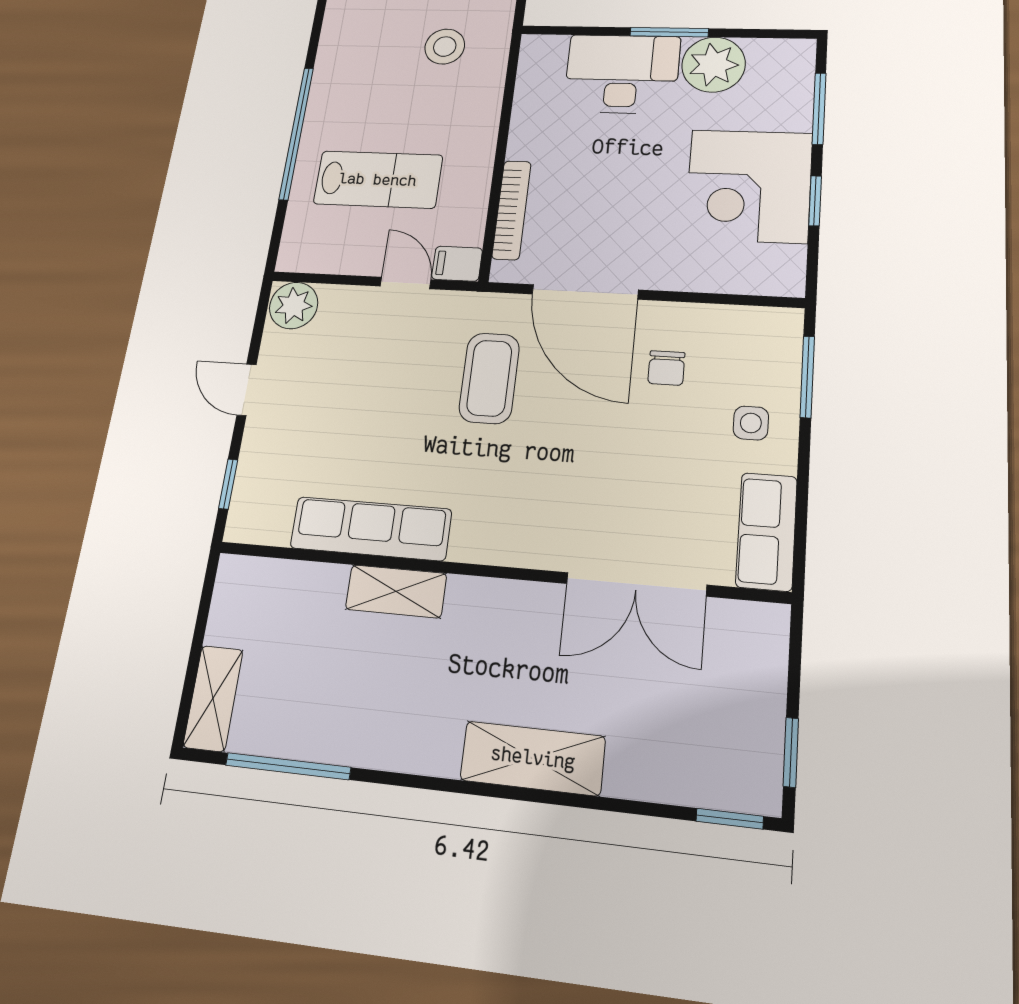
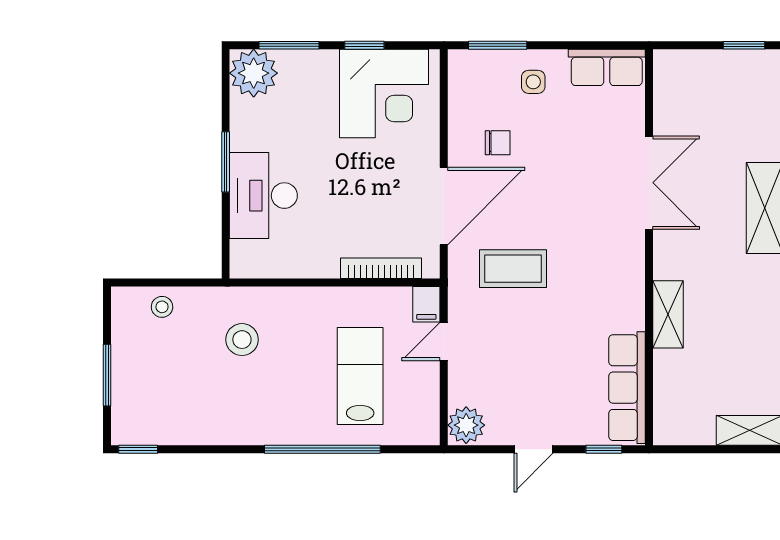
plant: (713, 65) -> (254, 73), moved
corner desk: (749, 186) -> (384, 93), moved
row of seats: (371, 529) -> (627, 388), moved
double door: (636, 584) -> (649, 183), moved

